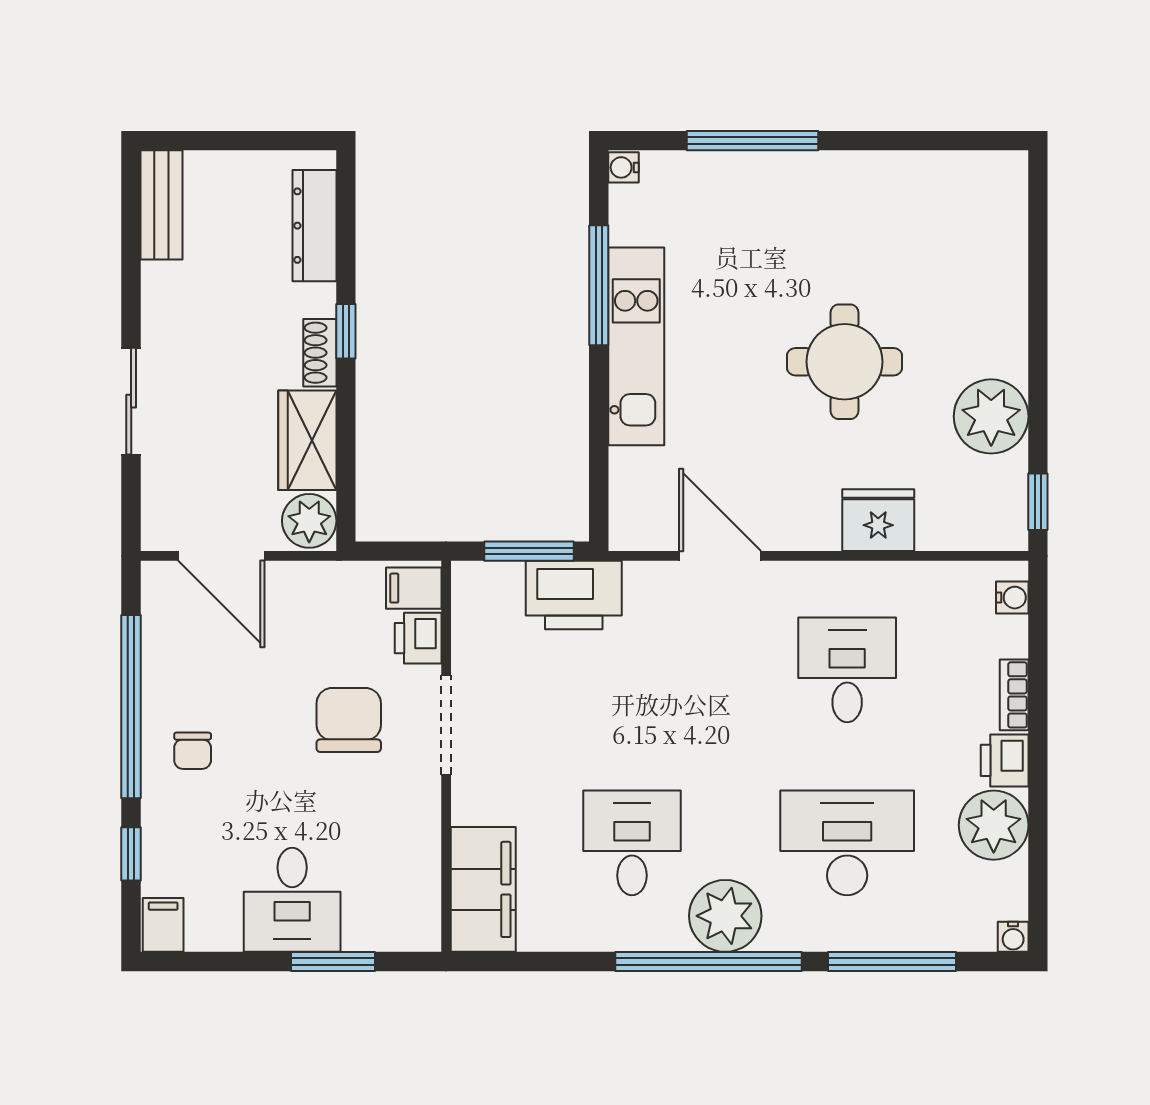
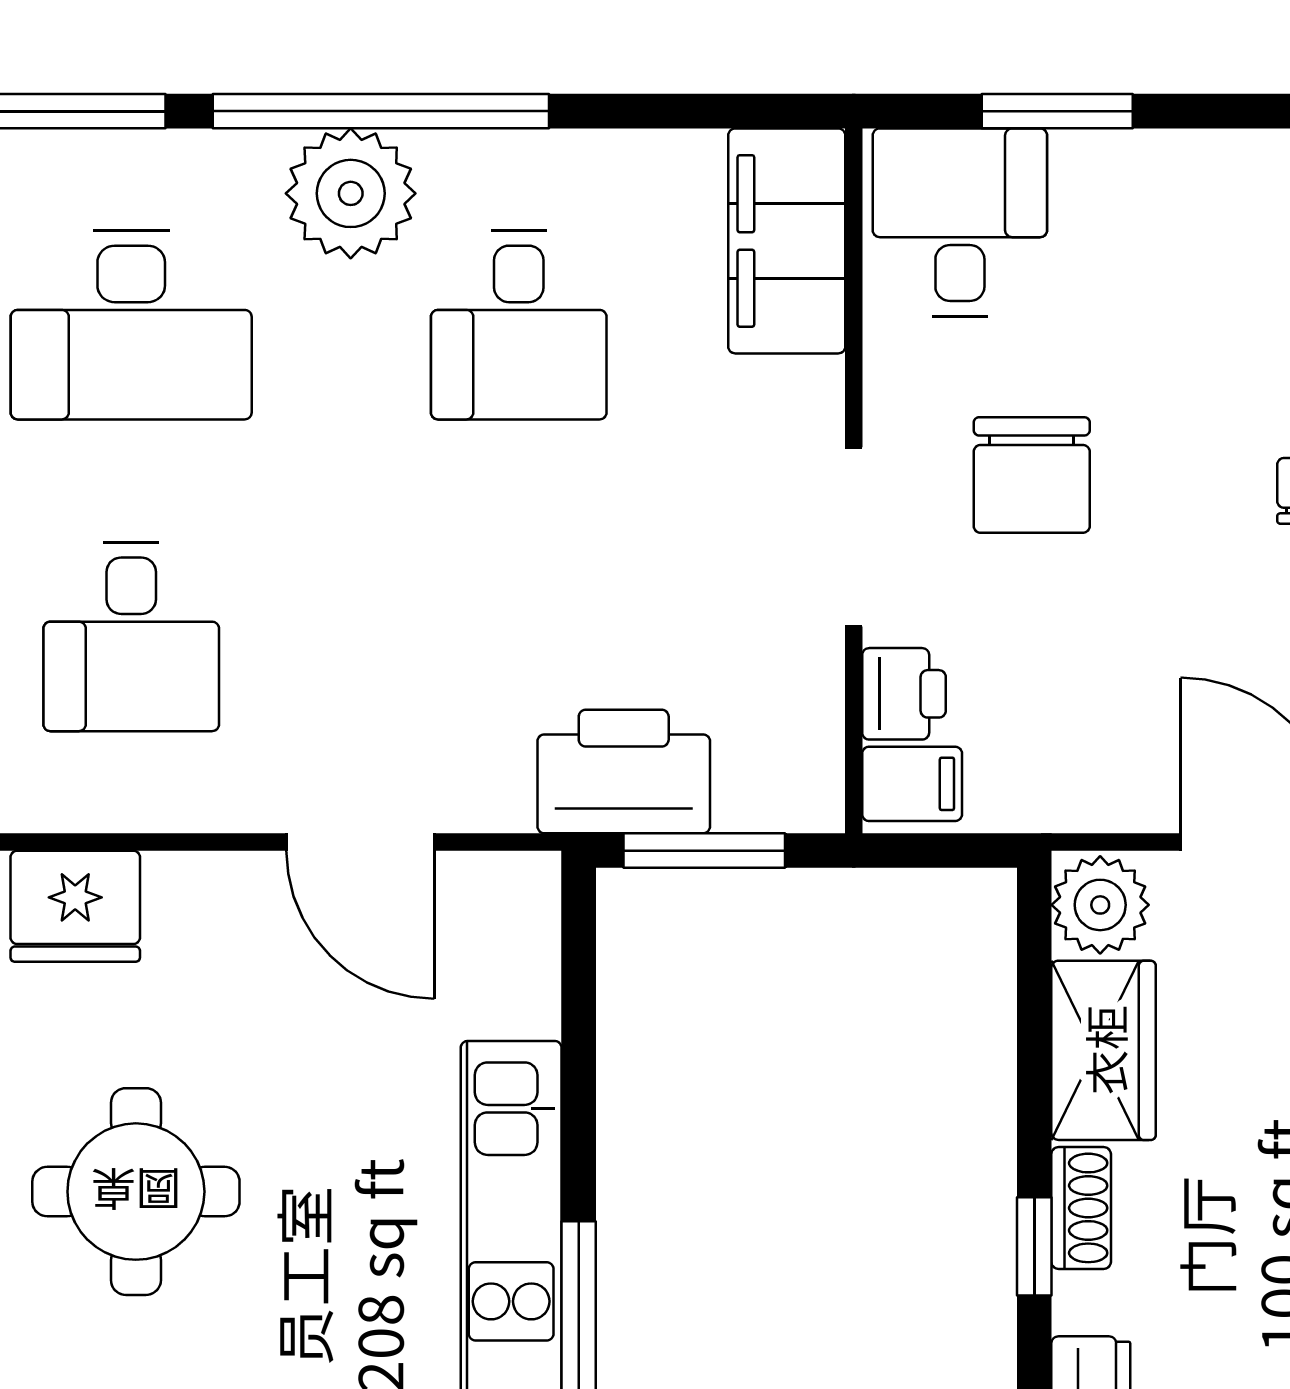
chair: (349, 720) -> (1032, 475), moved
desk: (292, 900) -> (960, 222), moved

